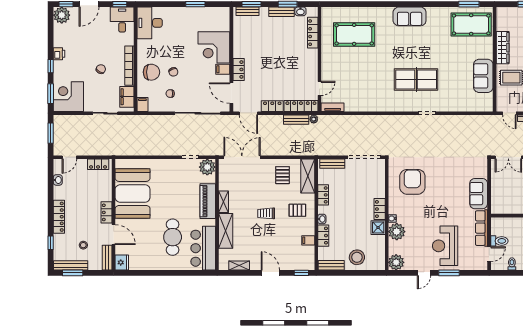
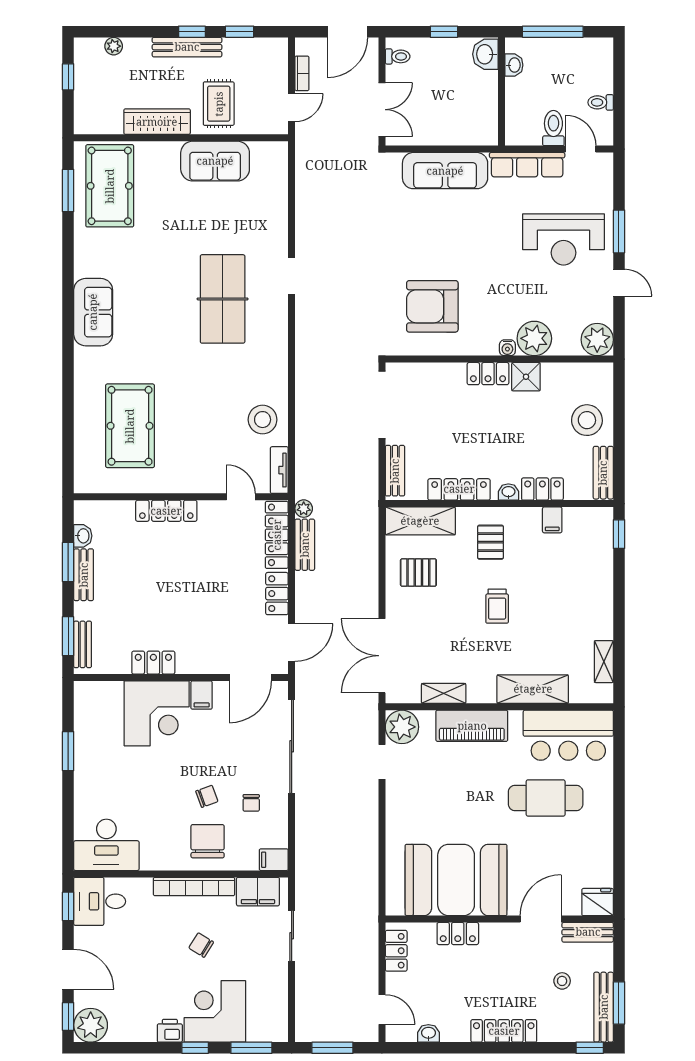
locker: (313, 33) -> (166, 511), moved
locker: (239, 69) -> (153, 663), moved
corner desk: (68, 97) -> (215, 1011), moved, turned 90
stool: (357, 99) -> (263, 420), added
sofa: (479, 194) -> (445, 171), width x1.36
locker: (323, 195) -> (459, 489), width x1.53
shelving: (224, 202) -> (444, 693), moved
locker: (106, 212) -> (458, 934), moved
window: (51, 243) -> (590, 1048), moved
door: (270, 273) -> (619, 598), removed

